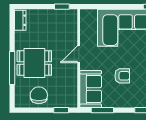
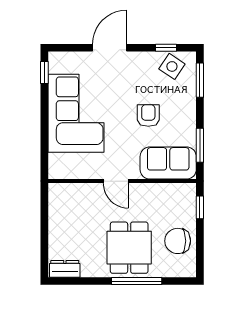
window: (62, 7) -> (44, 206), removed

